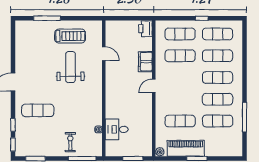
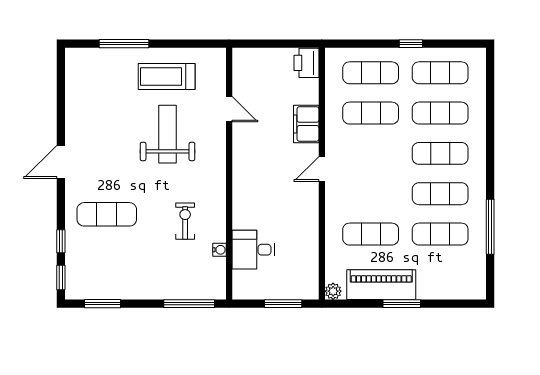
treadmill: (70, 36) -> (167, 76), turned 180
exercise bike: (70, 142) -> (185, 221), moved

